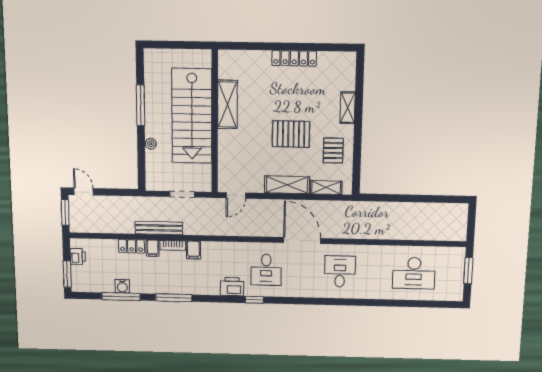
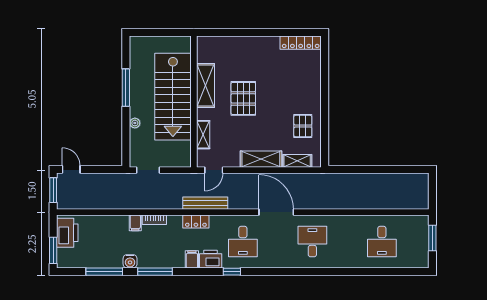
locker: (294, 58) -> (301, 43), moved
shelving: (348, 108) -> (203, 135), moved
pallet: (291, 134) -> (243, 98), moved, turned 90
doorway: (182, 194) -> (148, 170), moved
bench: (159, 228) -> (205, 203), moved
locker: (132, 246) -> (196, 221), moved
filing cabinet: (193, 250) -> (192, 259), moved, turned 180
printer: (78, 256) -> (67, 233), width x1.87, depth x1.48
desk: (414, 273) -> (382, 242), width x0.73
water cooler: (122, 286) -> (130, 261), moved

